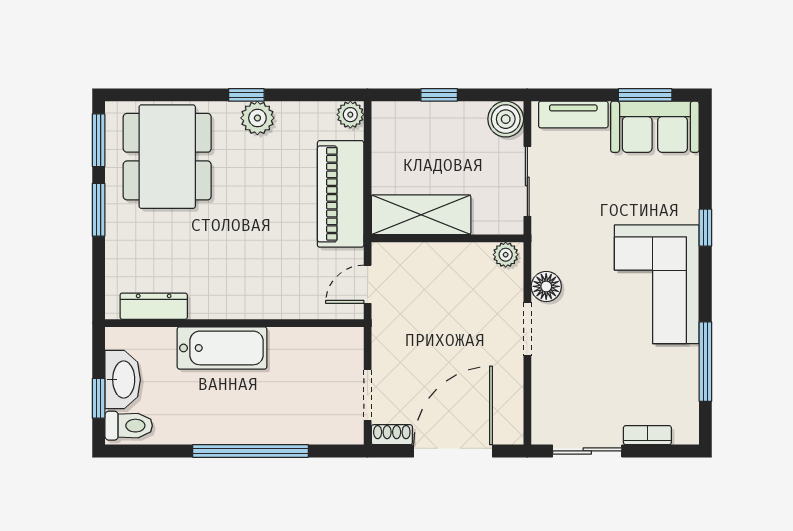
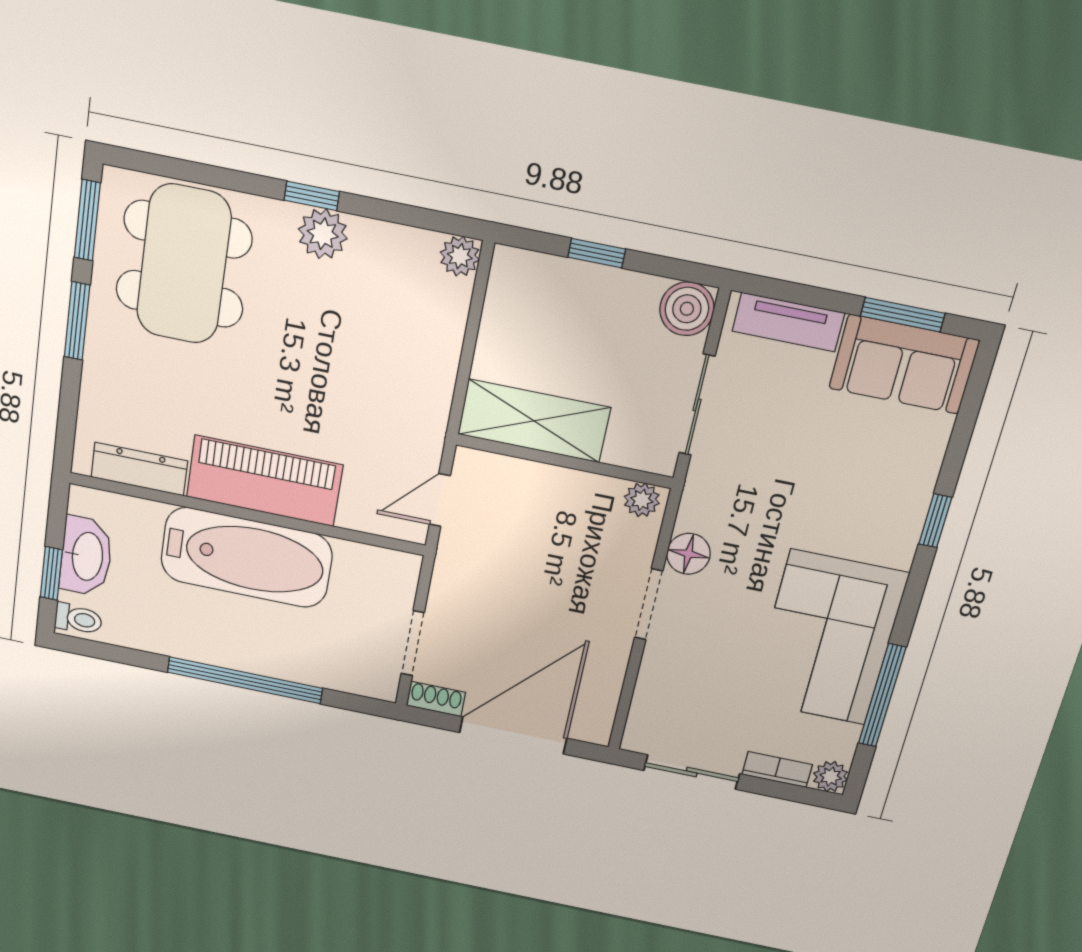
piano: (341, 194) -> (264, 481), moved, turned 90
corner sofa: (657, 284) -> (828, 638), moved
bathtub: (222, 348) -> (246, 558), width x1.36, depth x1.36
toilet: (129, 426) -> (78, 619), width x0.73, depth x0.72
plant: (686, 432) -> (831, 777), added

